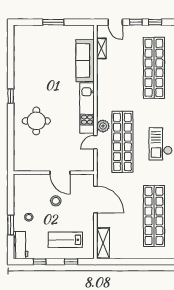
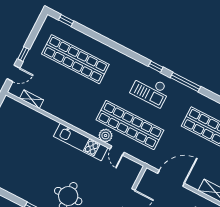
window: (155, 22) -> (33, 36), removed
sofa: (85, 61) -> (35, 121), removed

